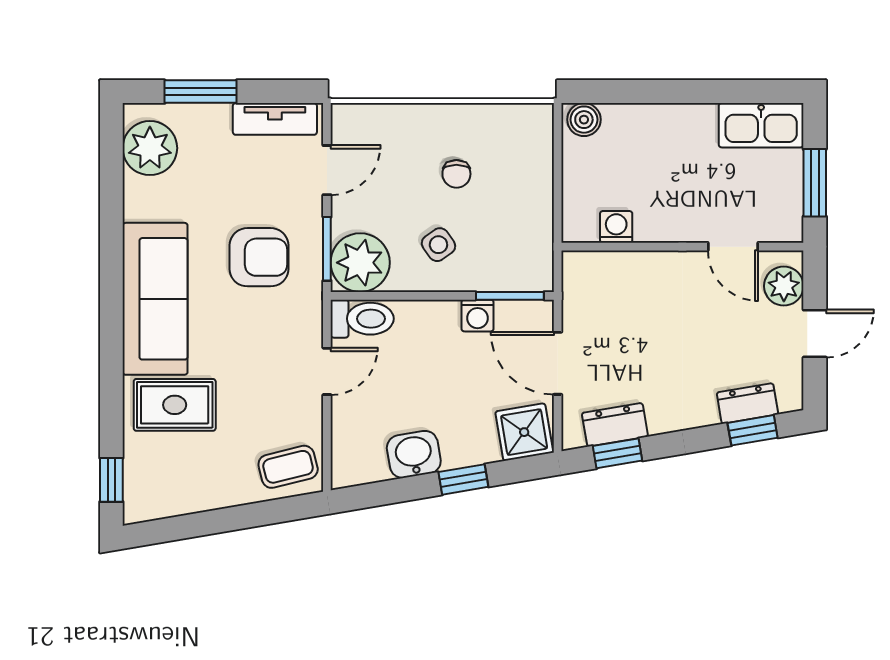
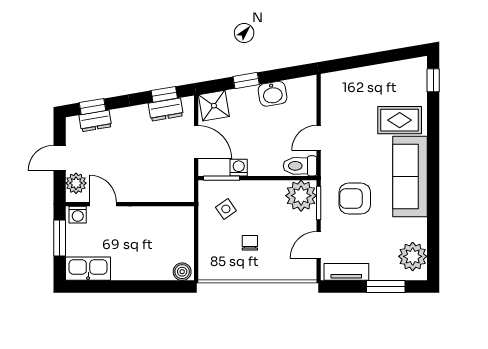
washing machine: (616, 227) -> (78, 215), moved
side table: (438, 245) -> (226, 209), moved
coffee table: (288, 467) -> (339, 87), removed

